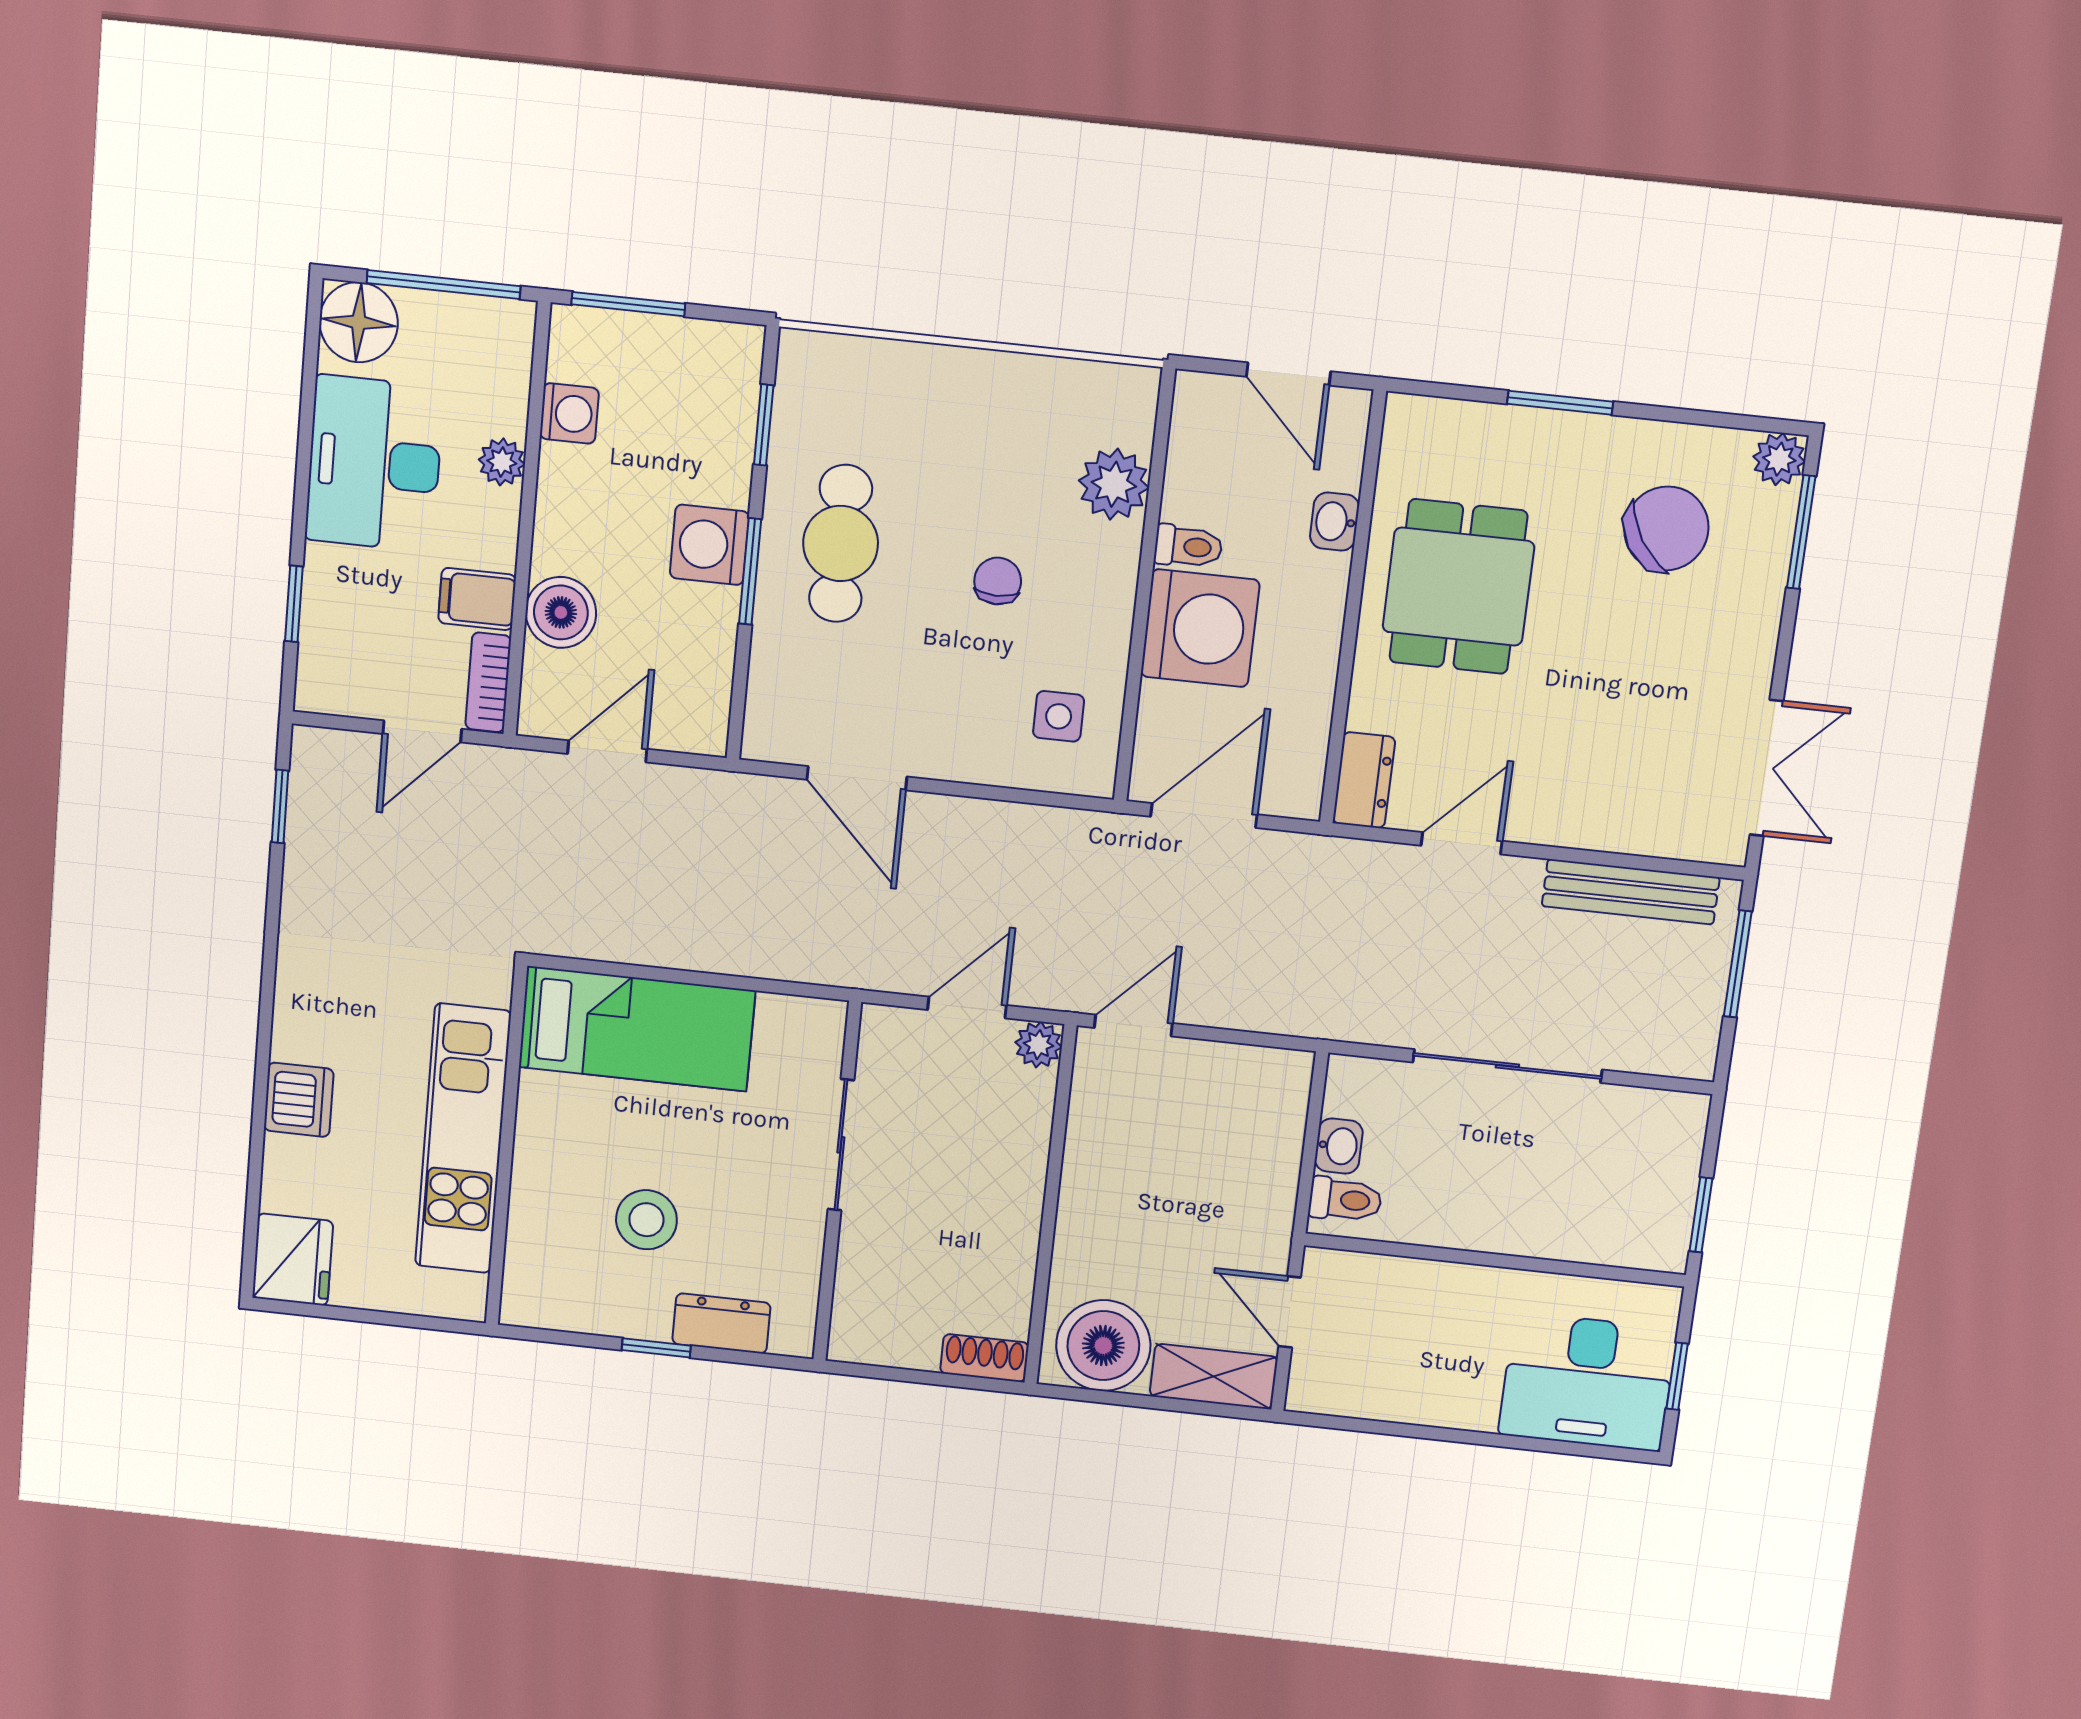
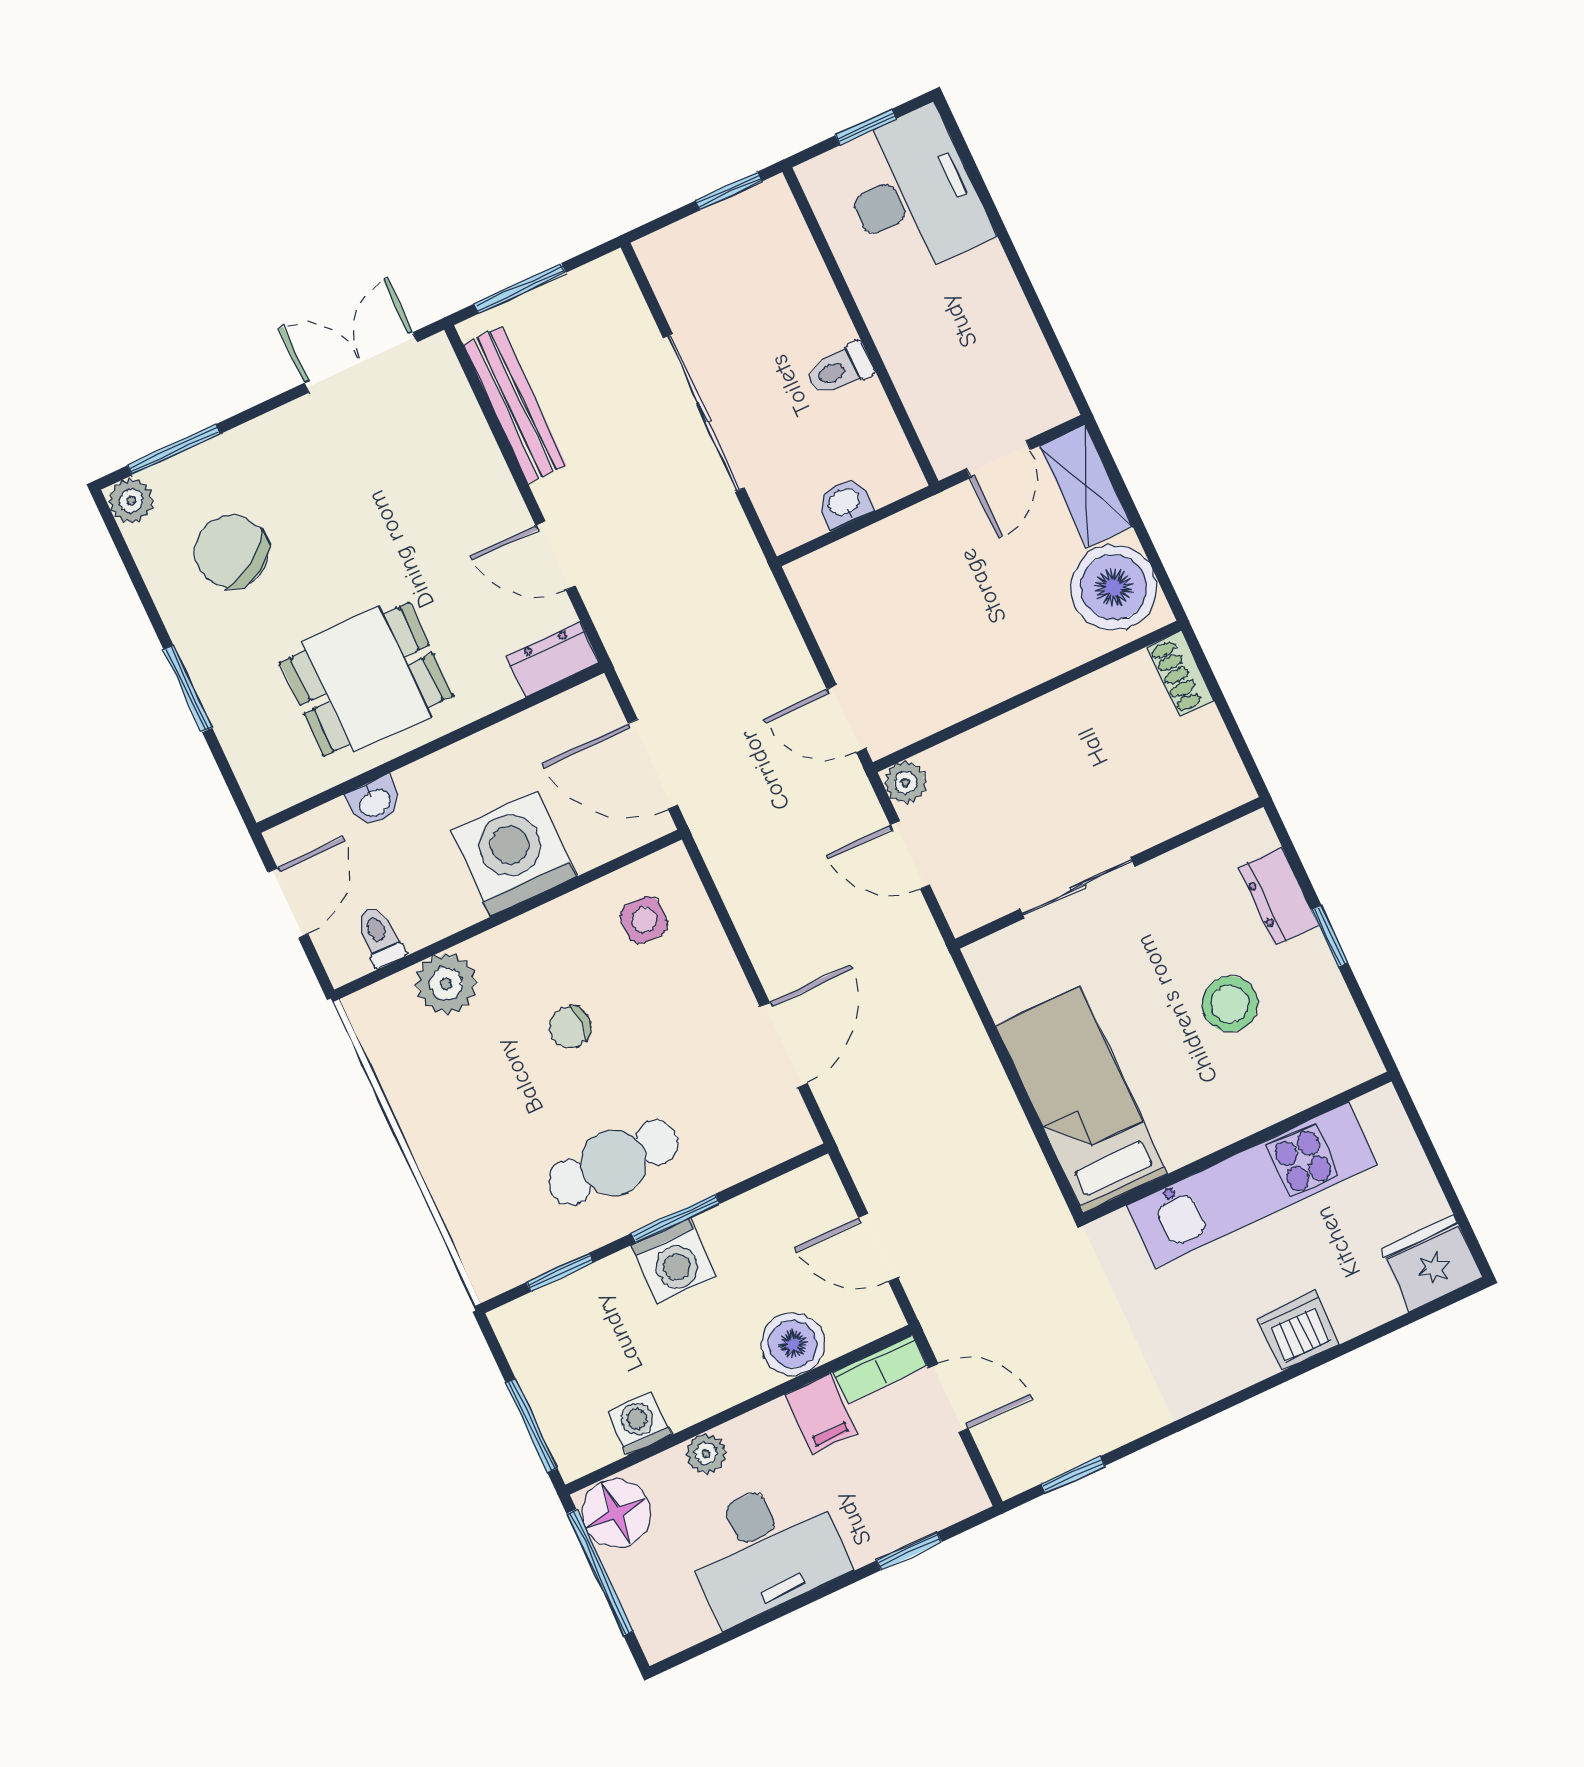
floor lamp: (359, 322) -> (616, 1513), moved
toilet: (1188, 546) -> (380, 937), moved
toilet: (1345, 1200) -> (839, 370), moved, turned -90

